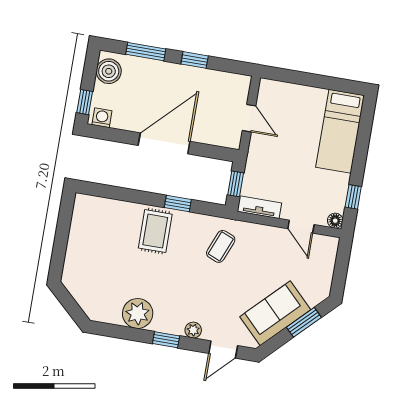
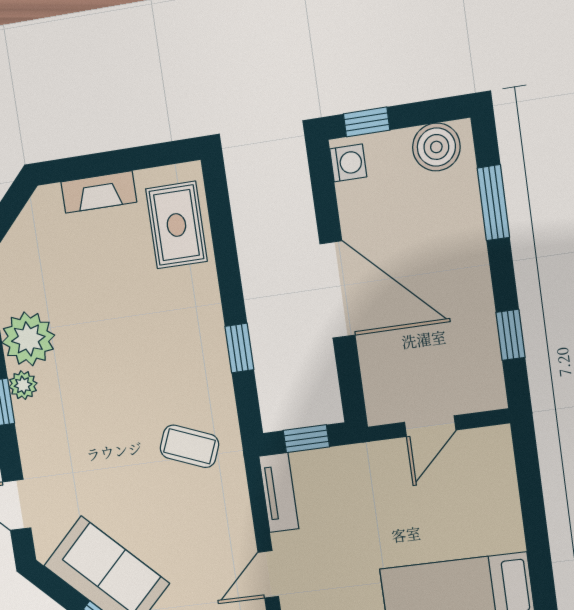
window: (195, 60) -> (510, 335), moved
rug: (155, 231) -> (176, 225), moved, turned 90
fireplace: (74, 251) -> (99, 192), added
plant: (193, 330) -> (23, 385), moved

